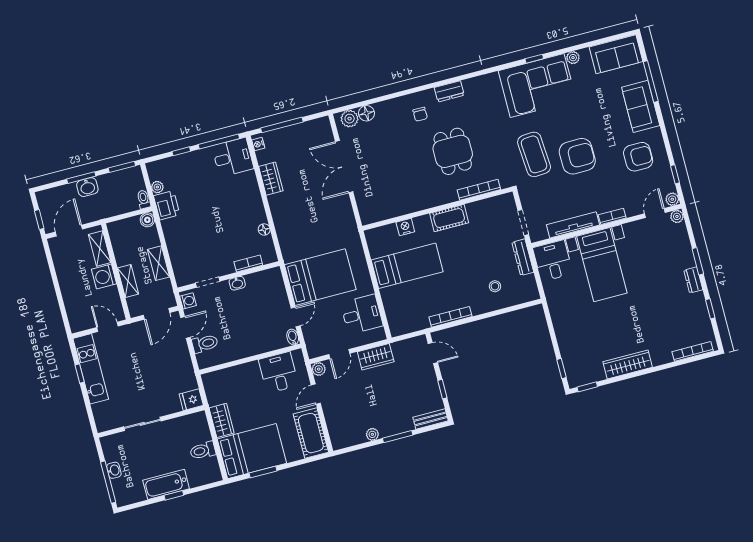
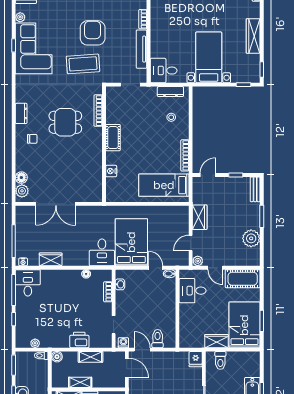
printer: (167, 205) -> (79, 340), moved
dresser: (523, 257) -> (170, 92), moved
bed with nightstands: (602, 265) -> (209, 57), moved, turned -90
bed: (407, 266) -> (164, 185), moved, turned -90
shelving: (128, 281) -> (80, 382), moved
washbasin: (237, 283) -> (120, 284), moved
desk: (362, 314) -> (102, 252), moved, turned 180
door: (339, 354) -> (191, 243), swing flipped
plant: (372, 434) -> (251, 238), width x1.87, depth x1.87
toilet: (203, 451) -> (220, 360), moved

